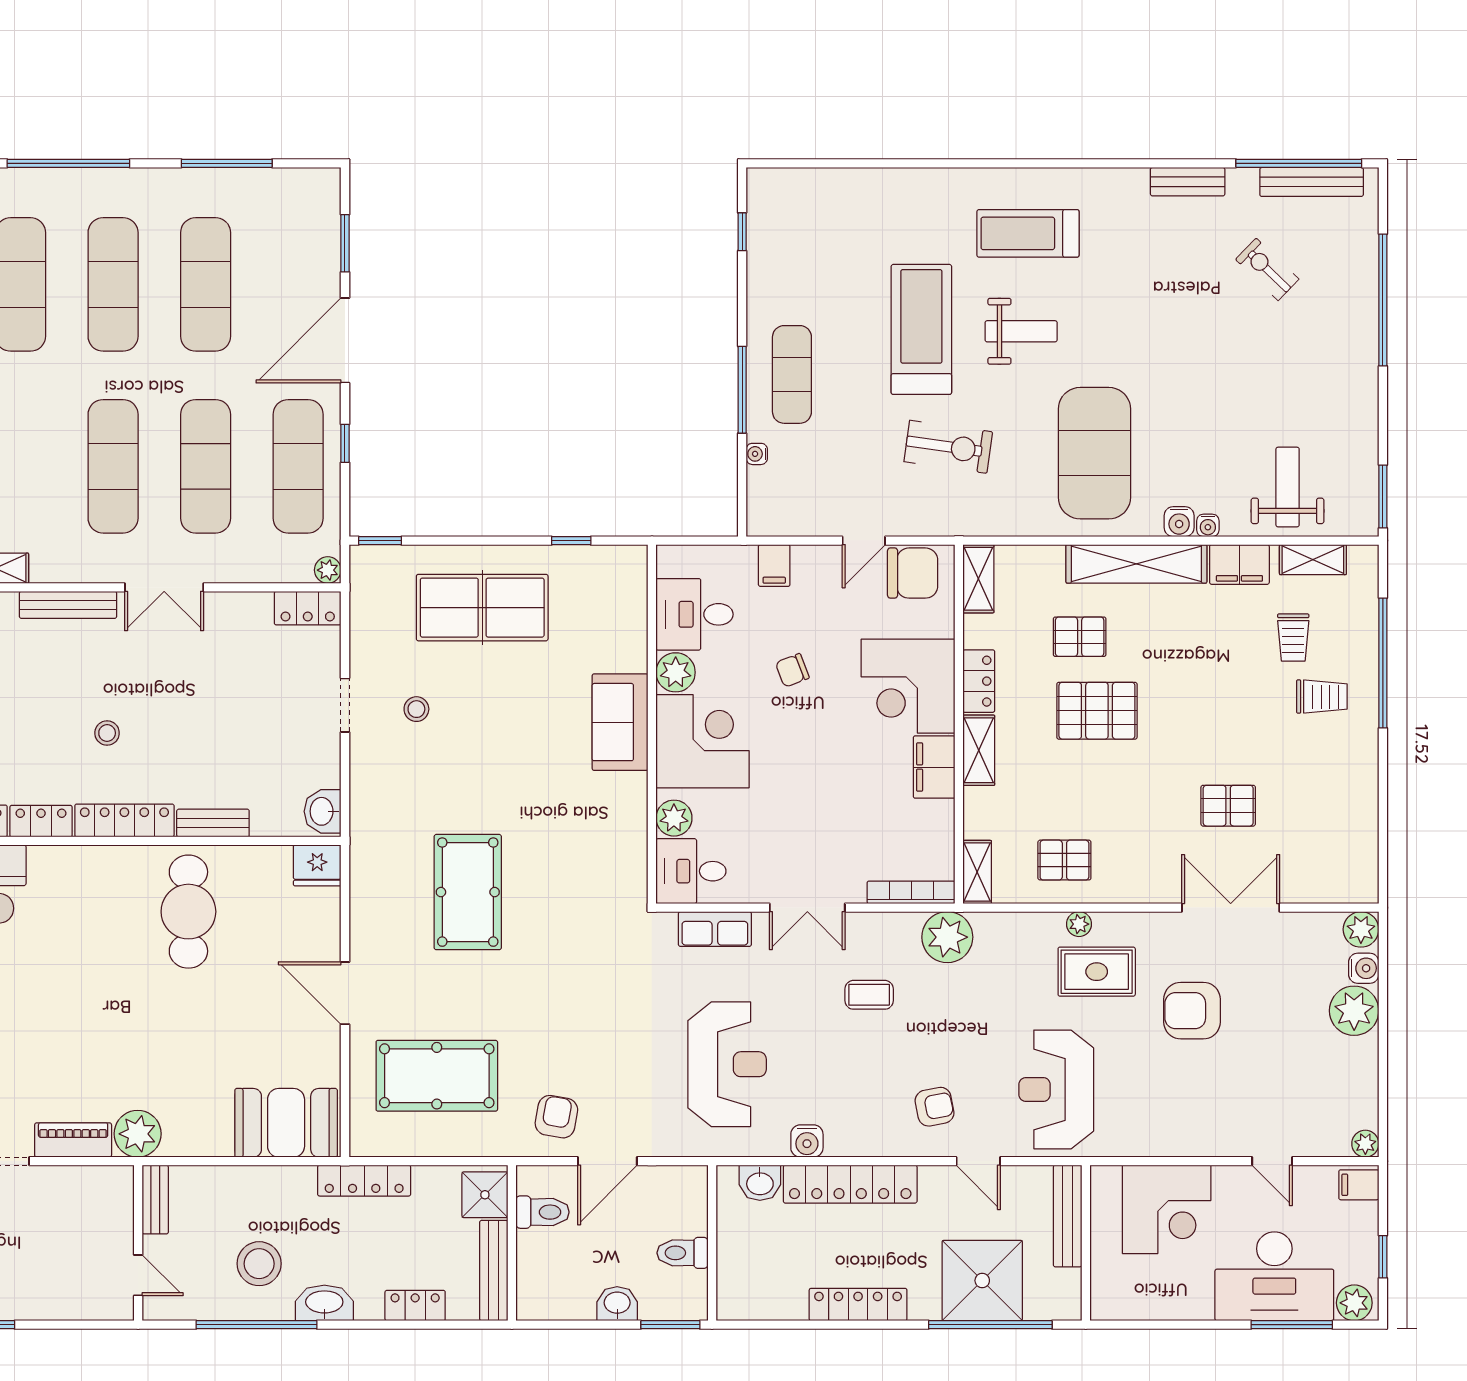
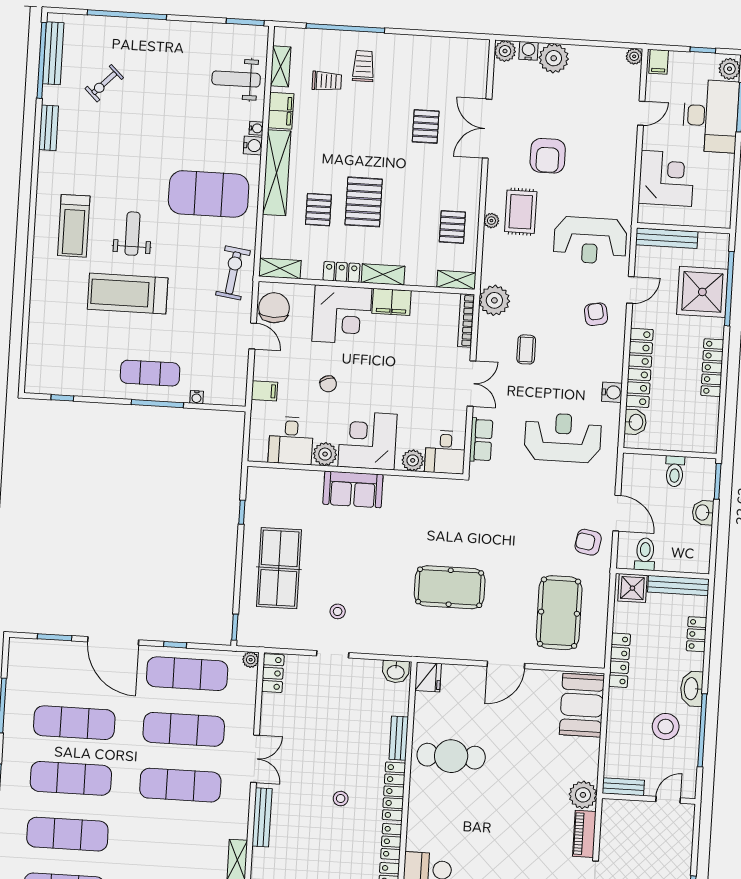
exercise bike: (948, 447) -> (233, 273), moved

